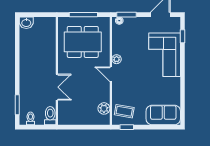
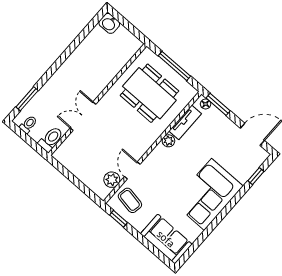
tv unit: (117, 41) -> (185, 122), added
corner sofa: (165, 55) -> (208, 194), moved
door: (111, 74) -> (132, 170), moved
double door: (57, 87) -> (83, 116), swing flipped

